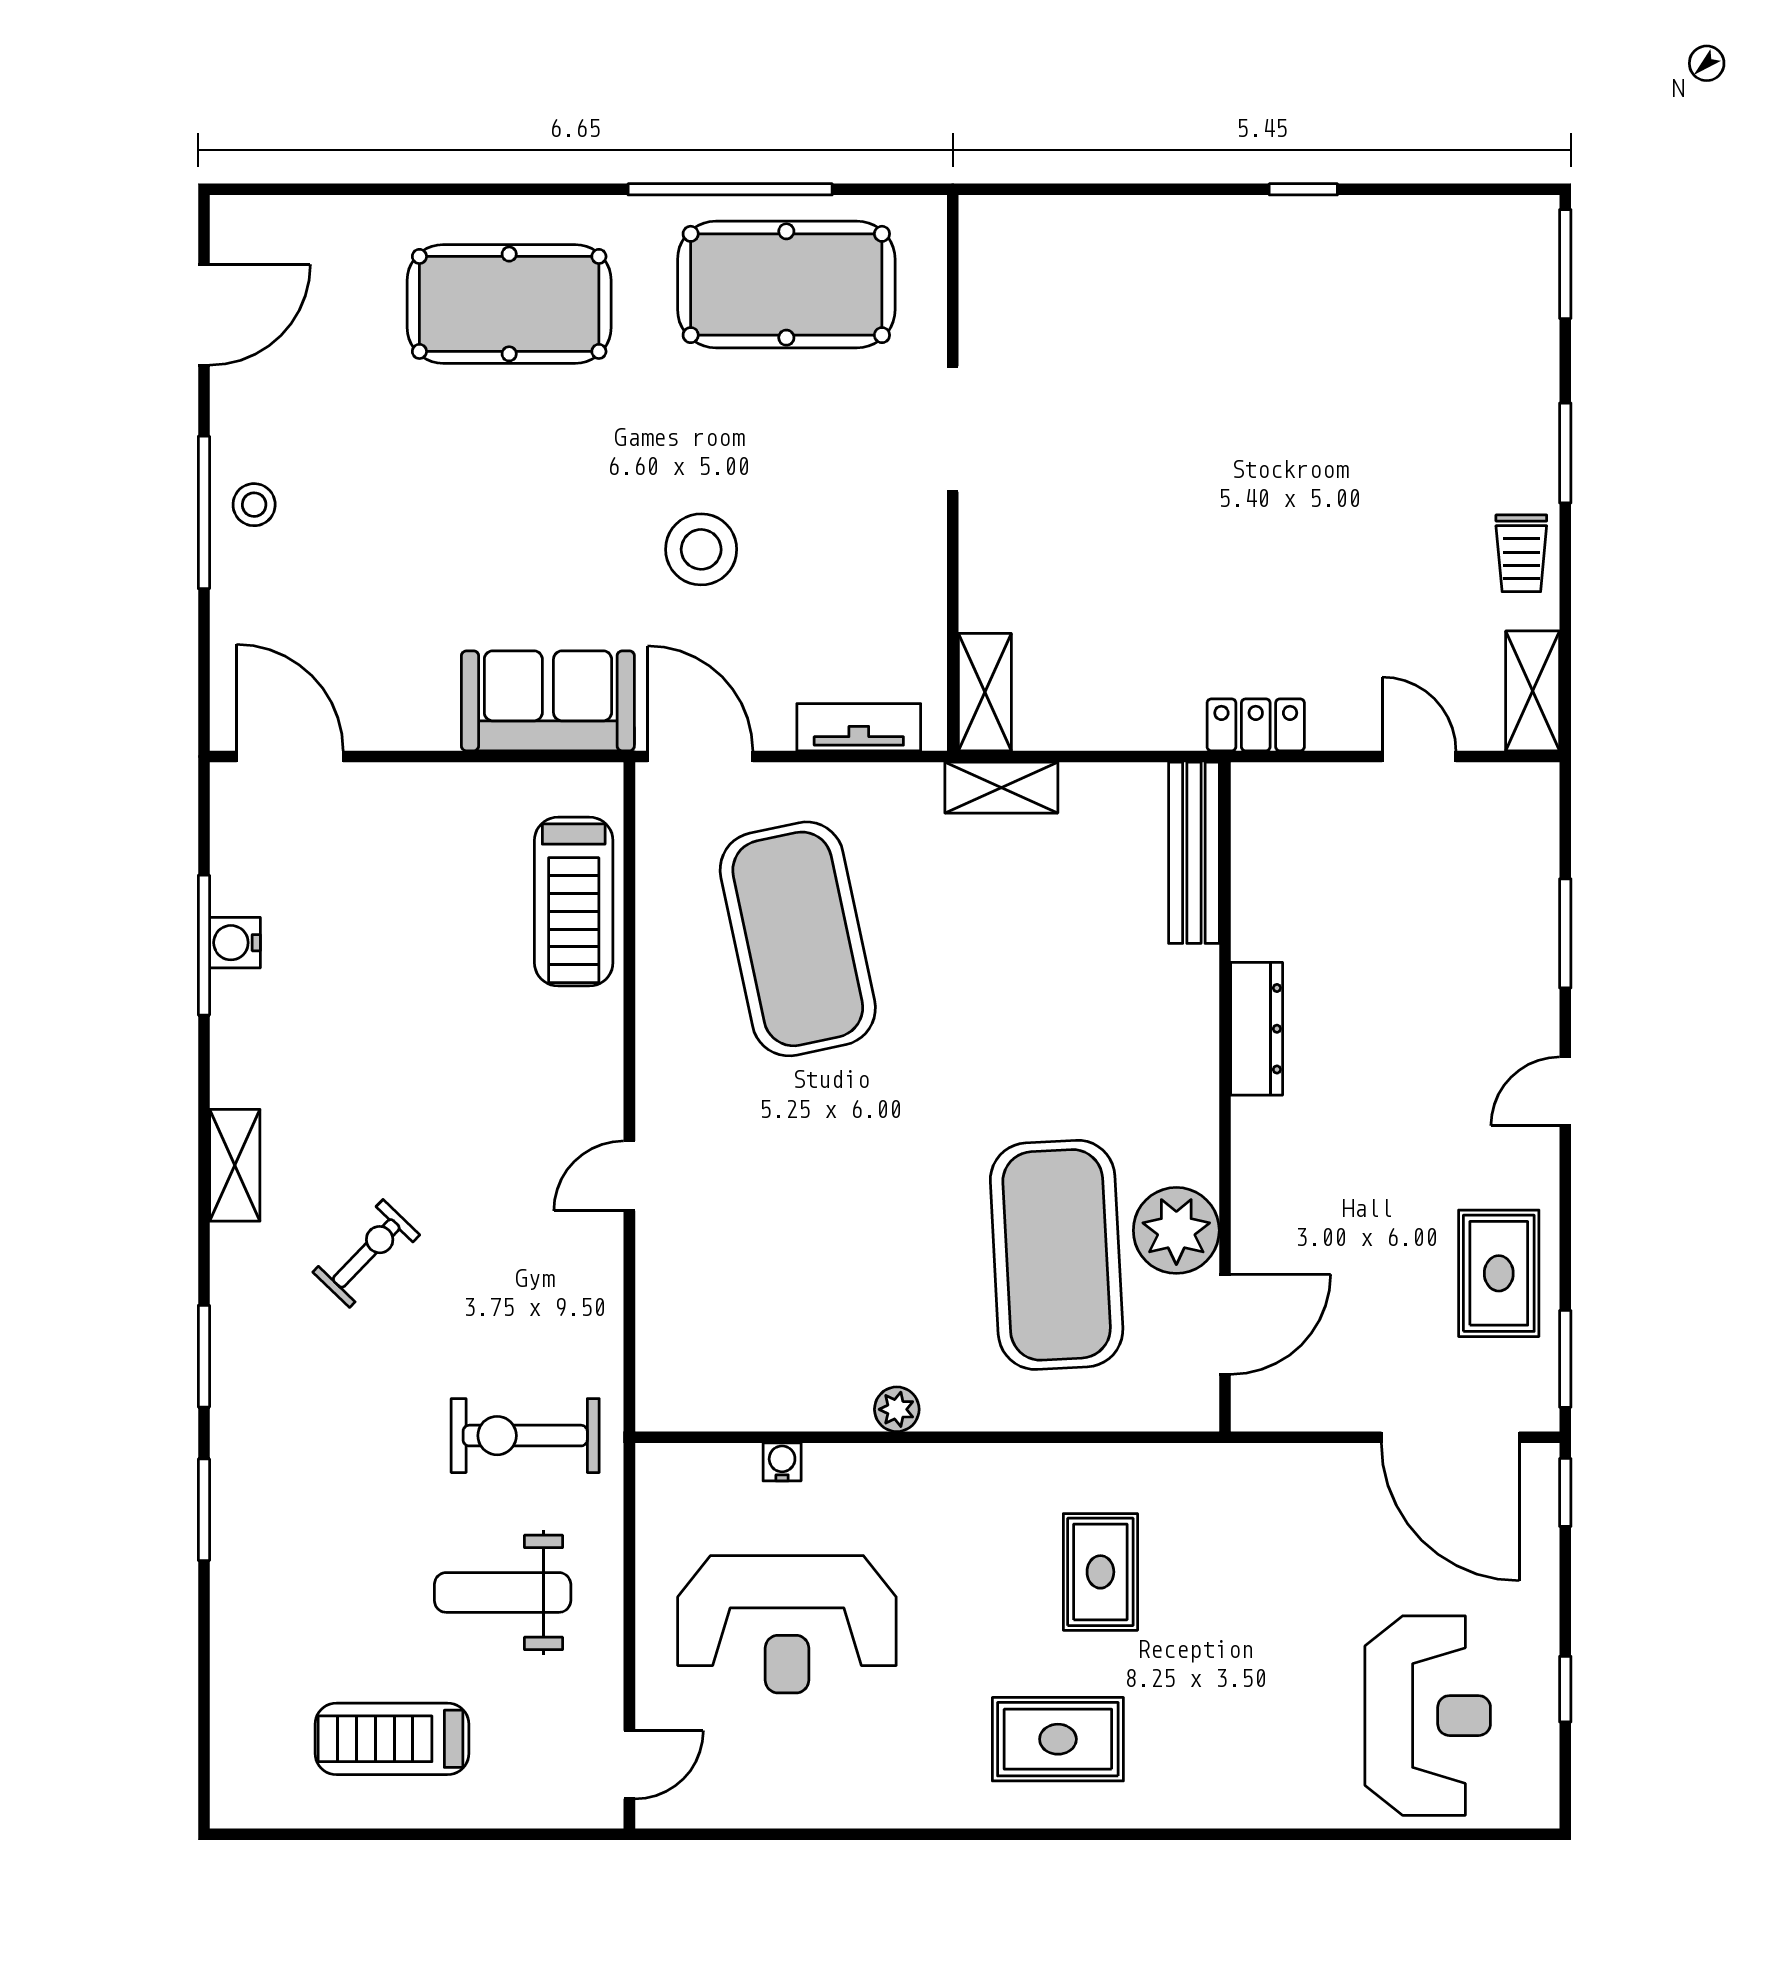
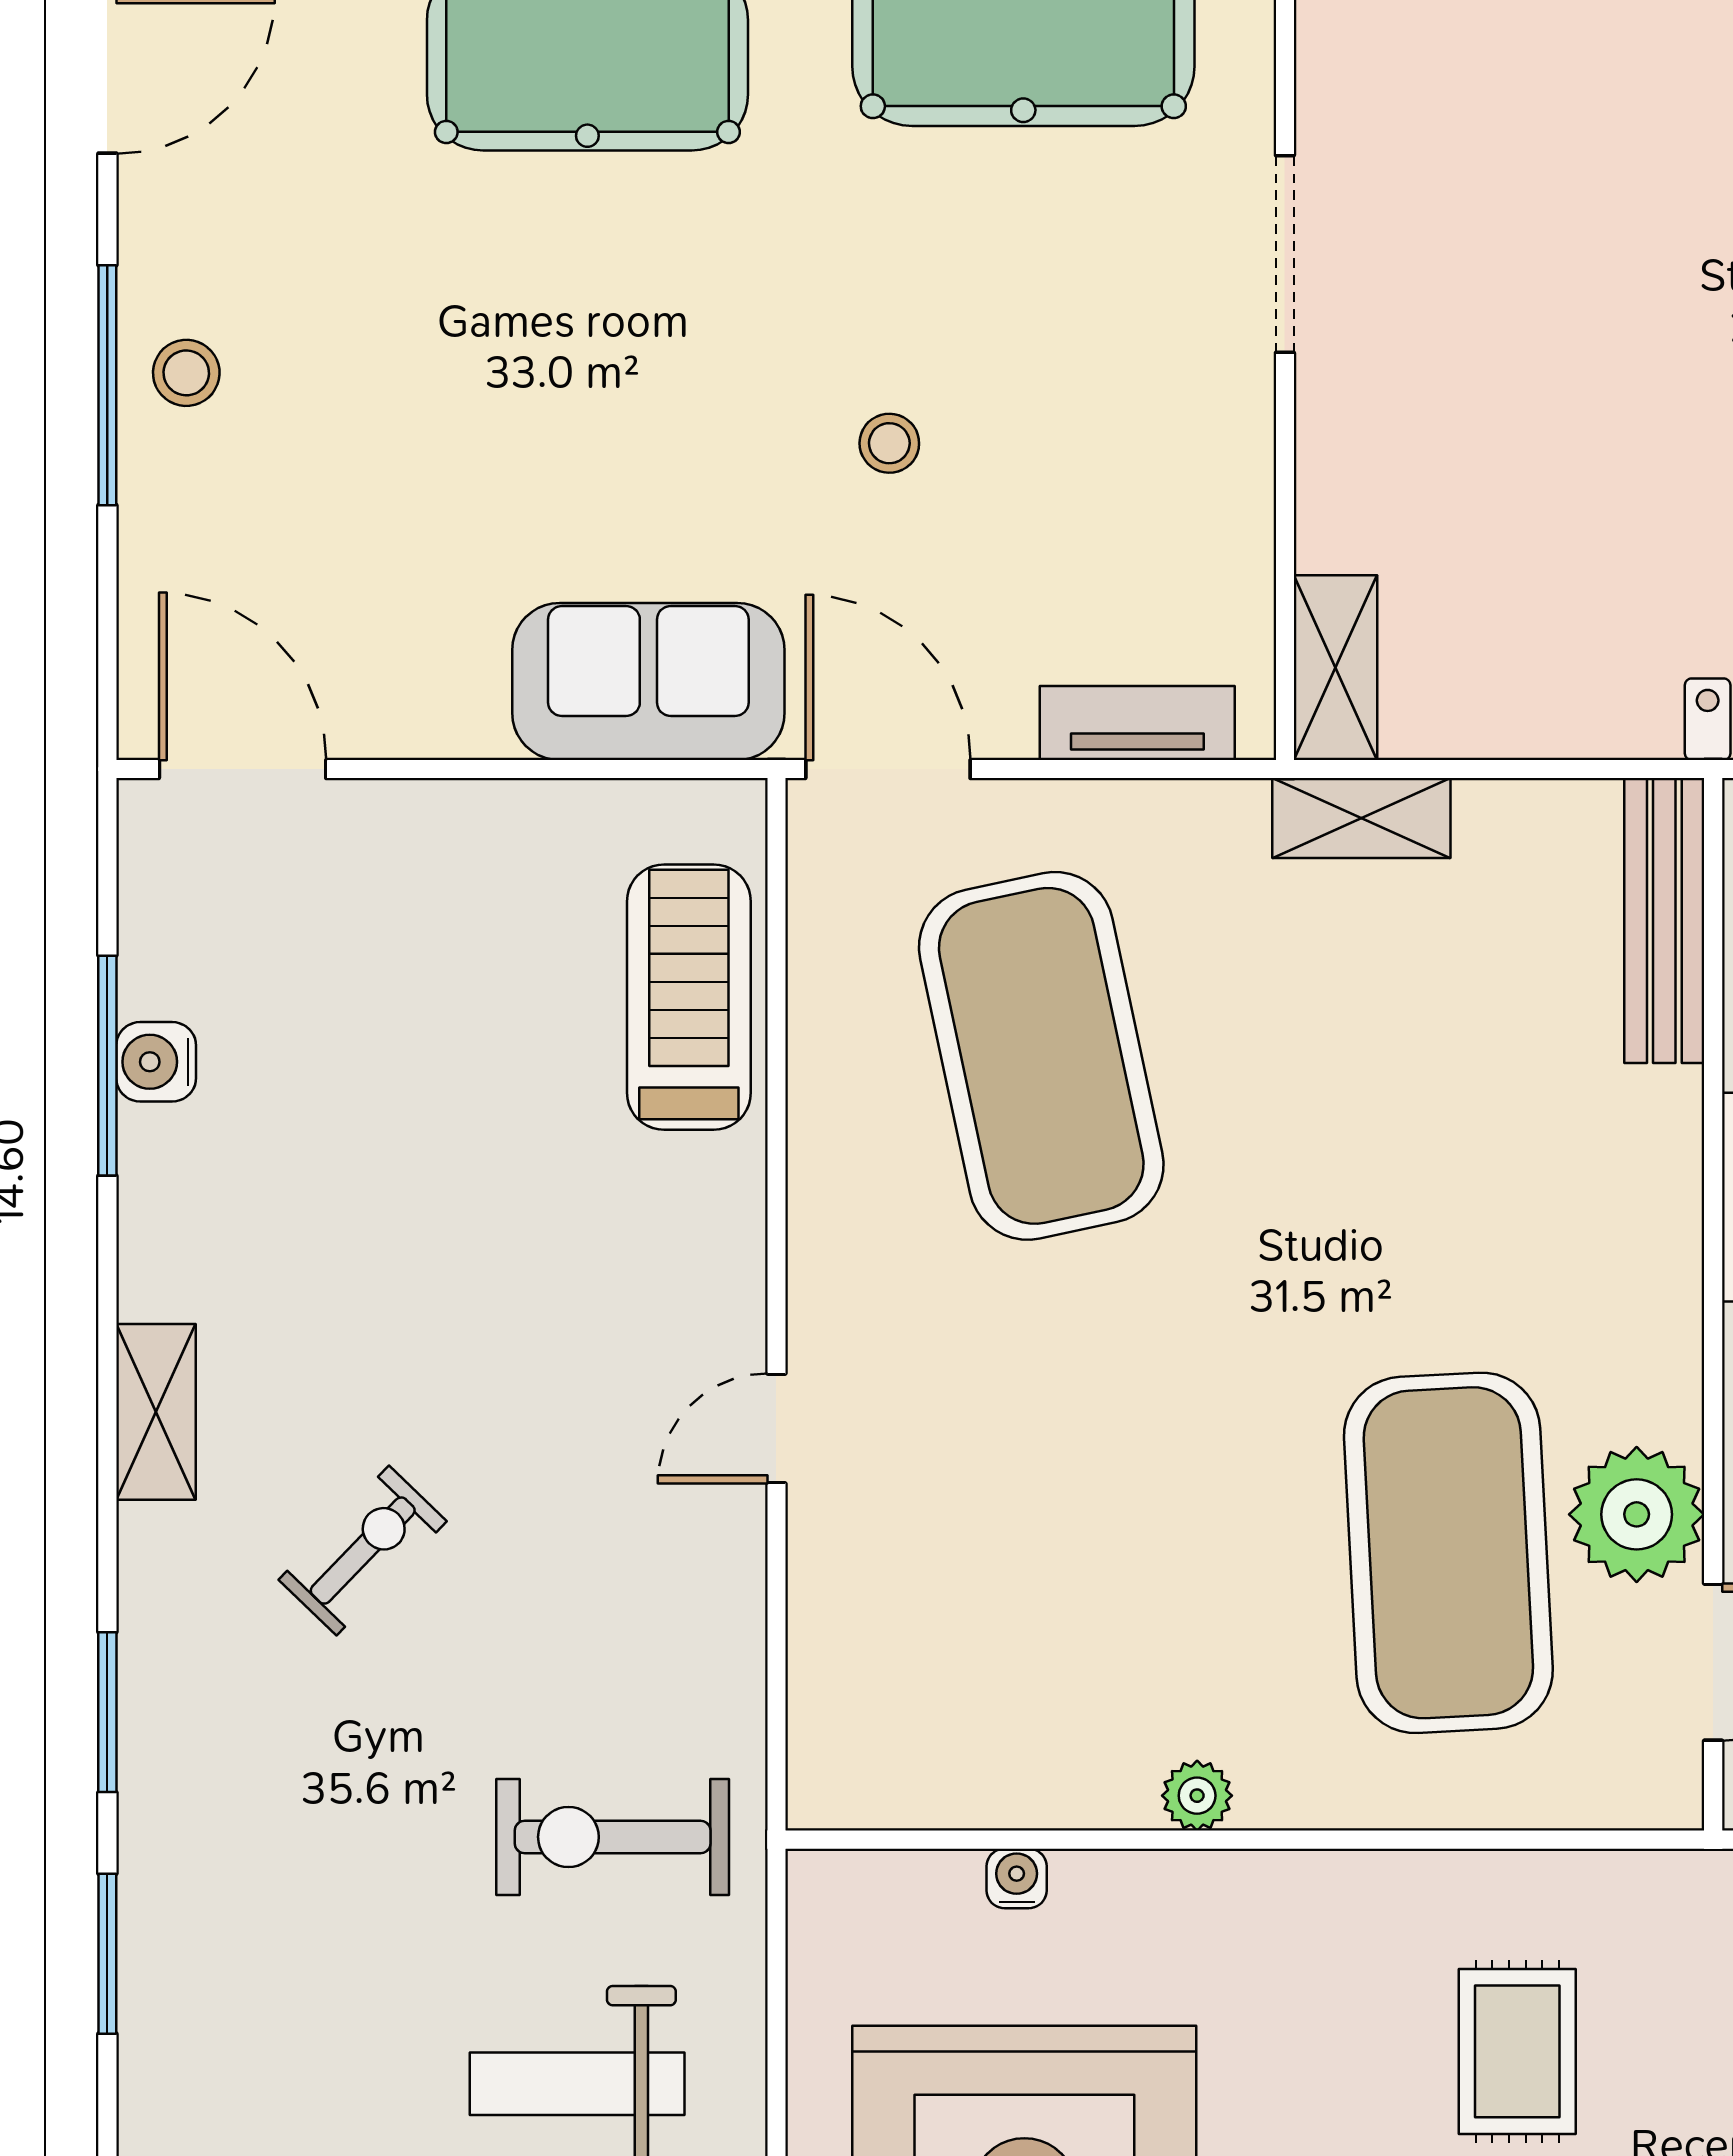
stool: (701, 549) -> (889, 443), width x0.53, depth x0.53
treadmill: (574, 902) -> (689, 997), turned 180

